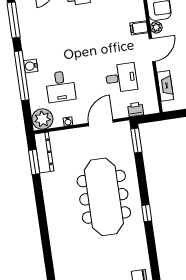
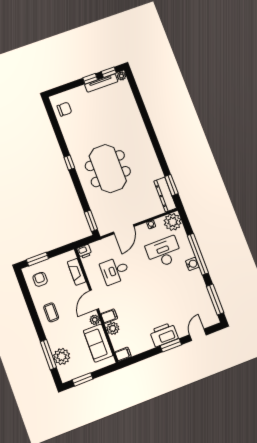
plant: (138, 13) -> (113, 328), added
desk: (61, 87) -> (164, 252), width x1.37
printer: (135, 109) -> (84, 251), moved
meeting table: (104, 197) -> (108, 169), width x0.73

